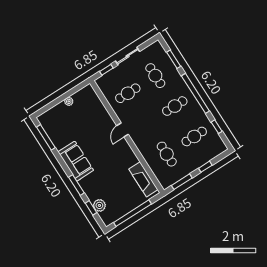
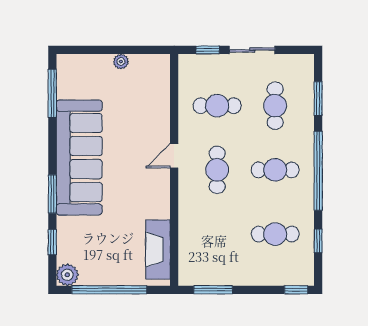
cafe table: (167, 154) -> (217, 170), moved
sofa: (76, 161) -> (79, 158), width x1.85, depth x1.27
window: (205, 167) -> (296, 290), moved
plant: (99, 205) -> (67, 275), moved

